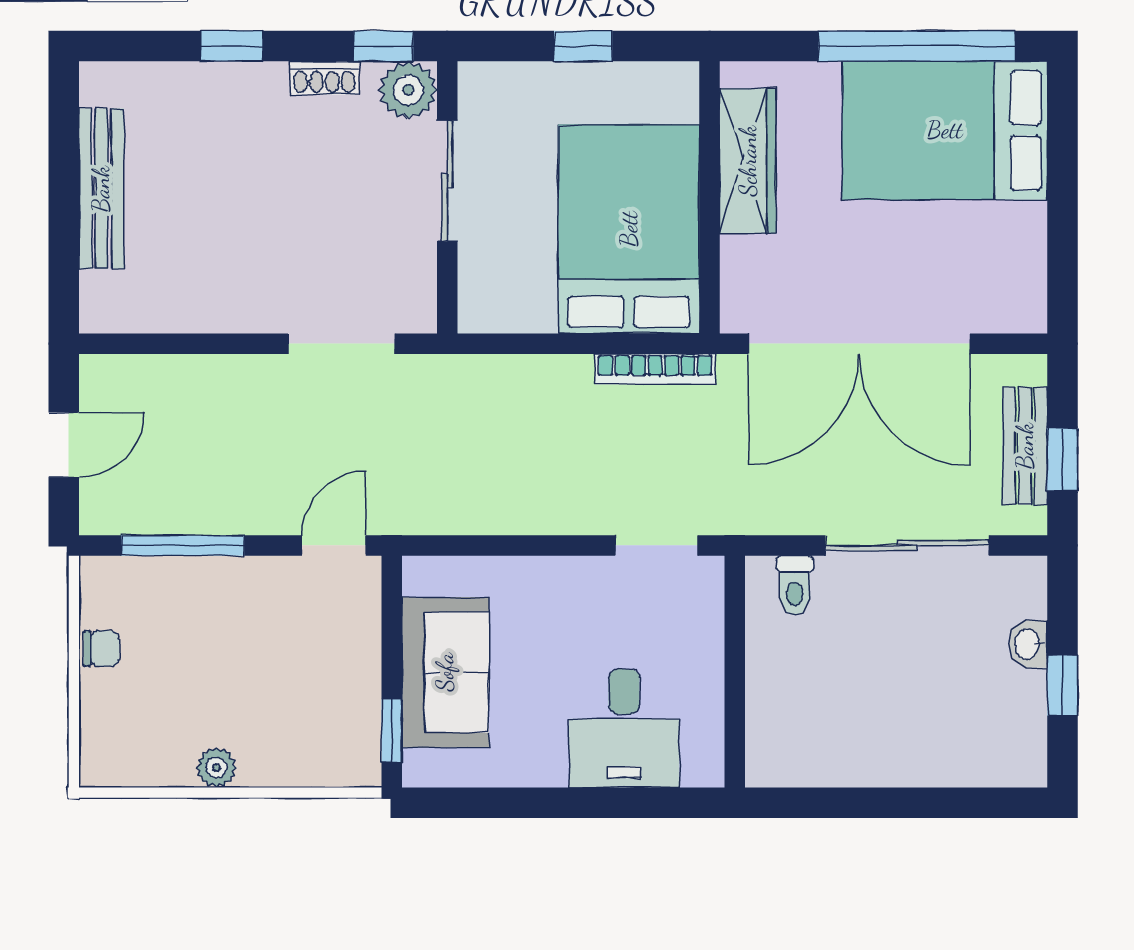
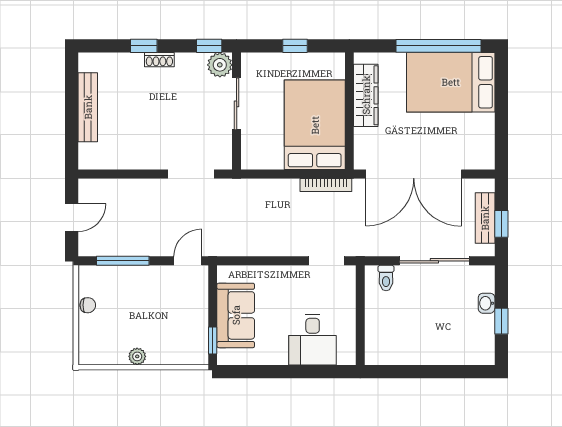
shoe rack: (324, 78) -> (159, 60), moved

